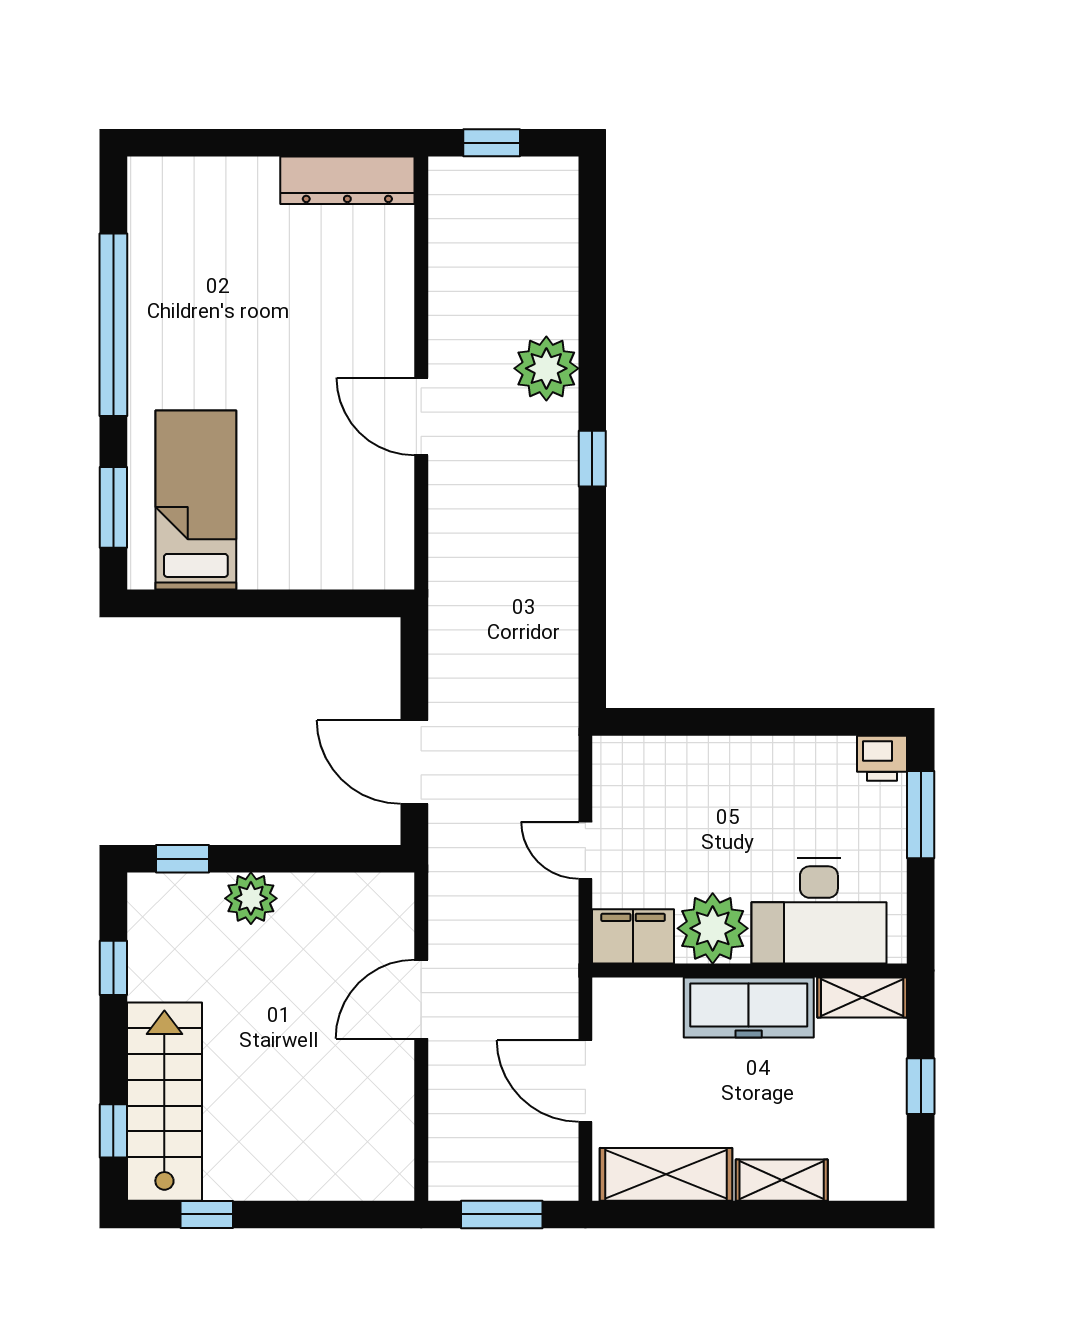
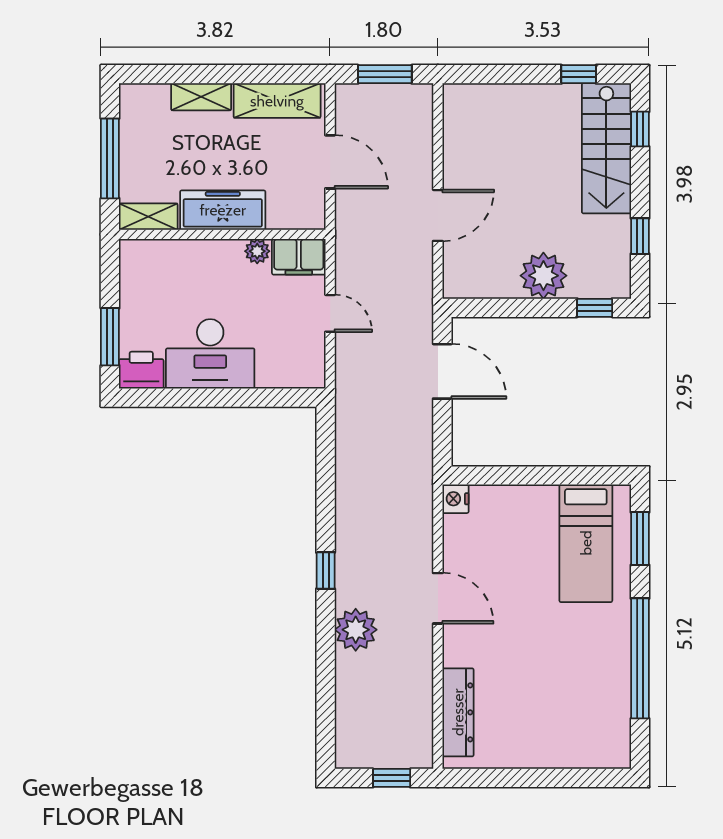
dresser: (347, 180) -> (458, 712), moved, turned 90
nightstand: (394, 568) -> (455, 499), added
printer: (882, 758) -> (141, 370), width x1.36, depth x1.24
plant: (251, 898) -> (543, 276), width x1.36, depth x1.36
desk: (819, 911) -> (210, 354), moved, turned 180
plant: (713, 928) -> (257, 251), width x0.53, depth x0.53
window: (921, 1086) -> (110, 158), width x2.17

